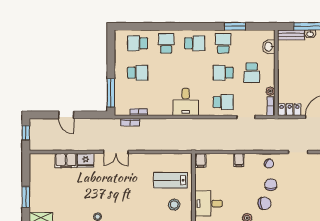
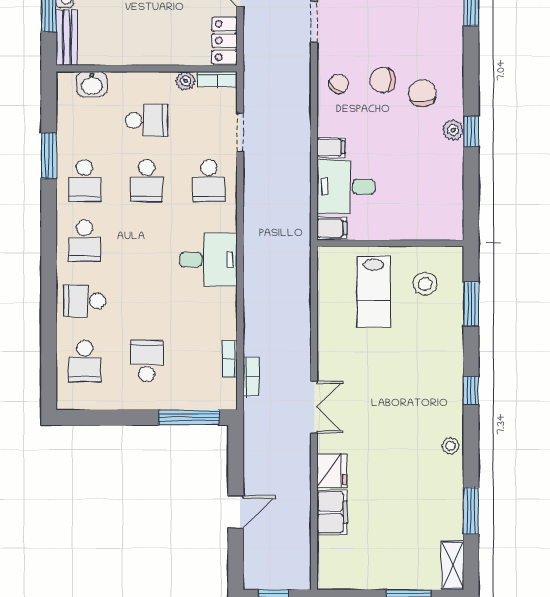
school desk: (195, 43) -> (85, 241), turned 180
school desk: (223, 43) -> (85, 181), turned -90
school desk: (223, 102) -> (209, 181), turned 180
desk: (209, 204) -> (346, 187), moved, turned 90

